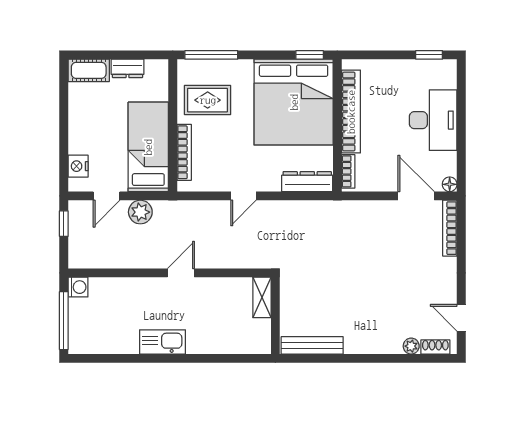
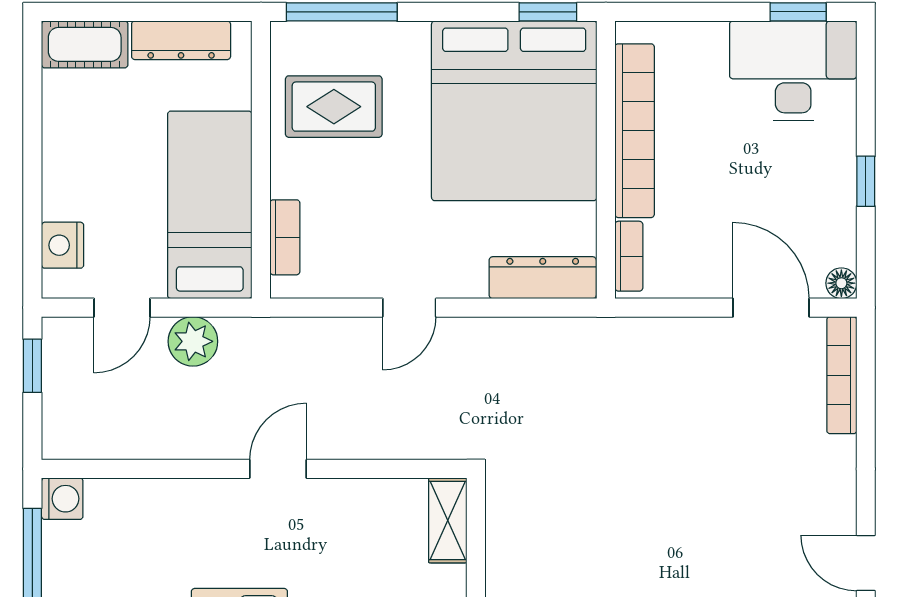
dresser: (127, 68) -> (181, 40), width x1.44
desk: (433, 120) -> (793, 71), moved, turned -90
window: (461, 136) -> (866, 181), added
bookcase: (184, 152) -> (285, 237), width x0.64

